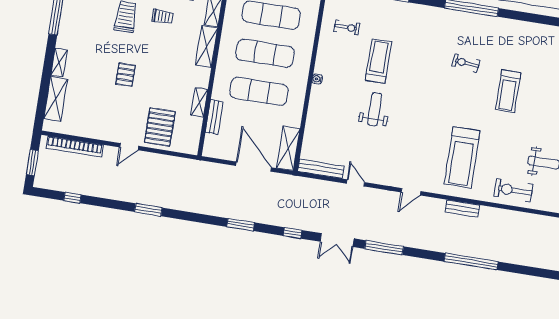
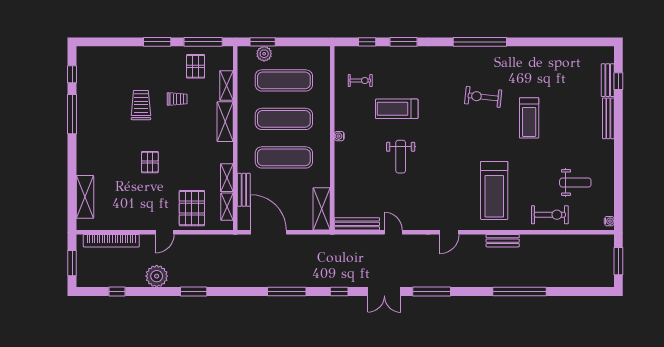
treadmill: (378, 61) -> (397, 109), turned -90
shelving: (59, 63) -> (227, 207), moved
exercise bike: (466, 63) -> (483, 97), width x1.38, depth x1.39
weight bench: (375, 109) -> (401, 157), turned 180
door: (254, 167) -> (269, 232), moved
plant: (114, 189) -> (157, 276), added
exercise bike: (513, 190) -> (550, 215), turned 180
window: (241, 225) -> (287, 291), width x1.44

